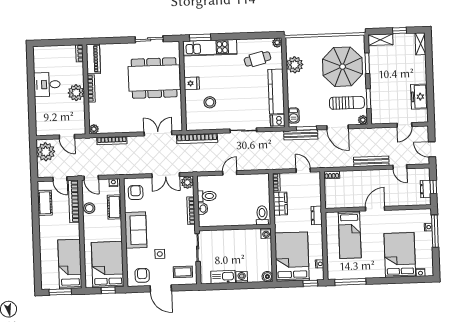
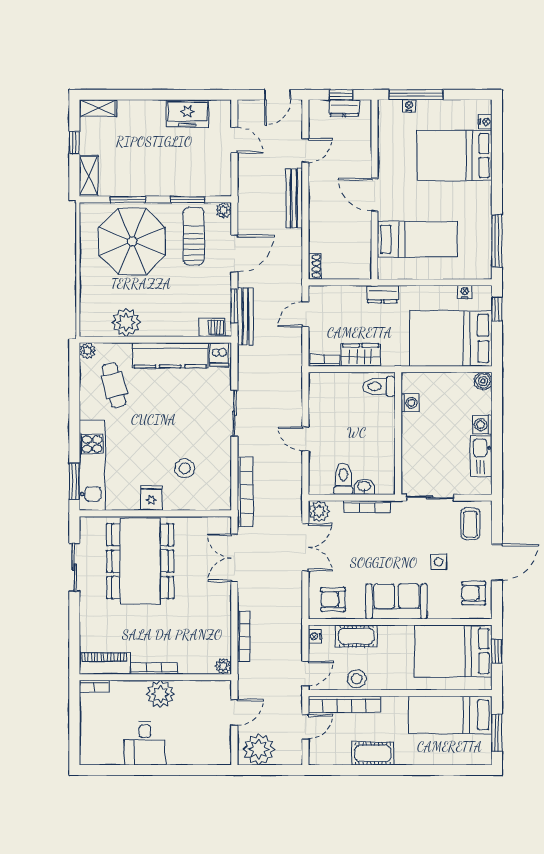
cot: (45, 203) -> (373, 754), moved
washing machine: (266, 233) -> (410, 403), moved

